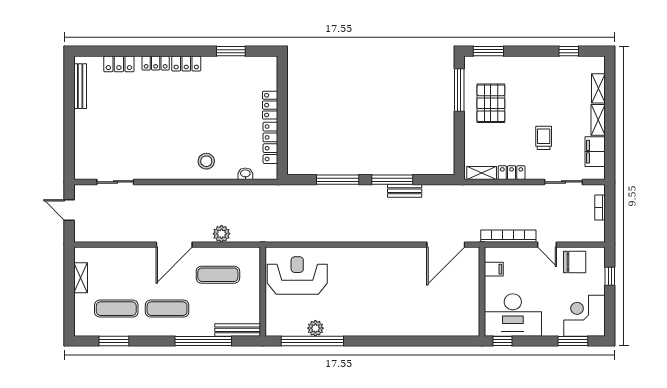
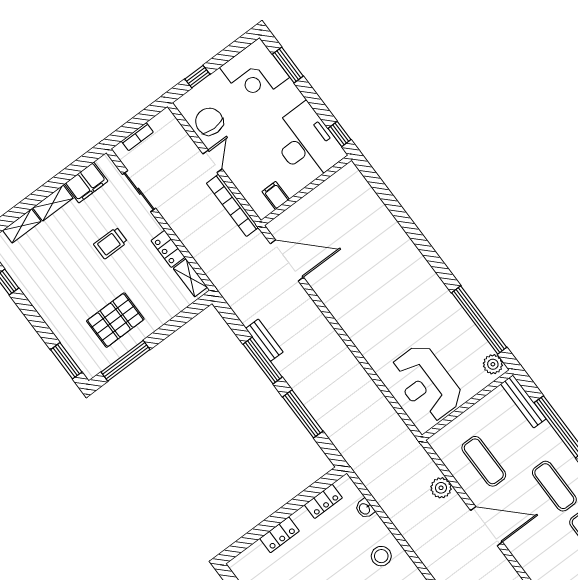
locker: (270, 143) -> (323, 501), width x0.66
plant: (315, 328) -> (493, 364), moved

